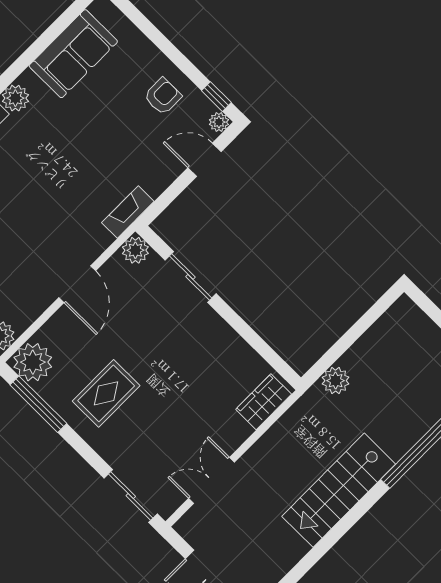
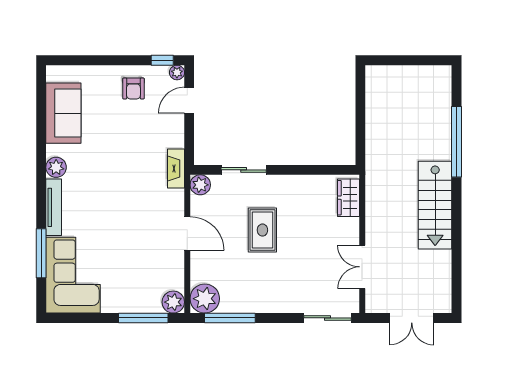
armchair: (163, 96) -> (133, 88), turned 180
plant: (336, 381) -> (376, 148), removed
rug: (106, 393) -> (262, 230), moved

